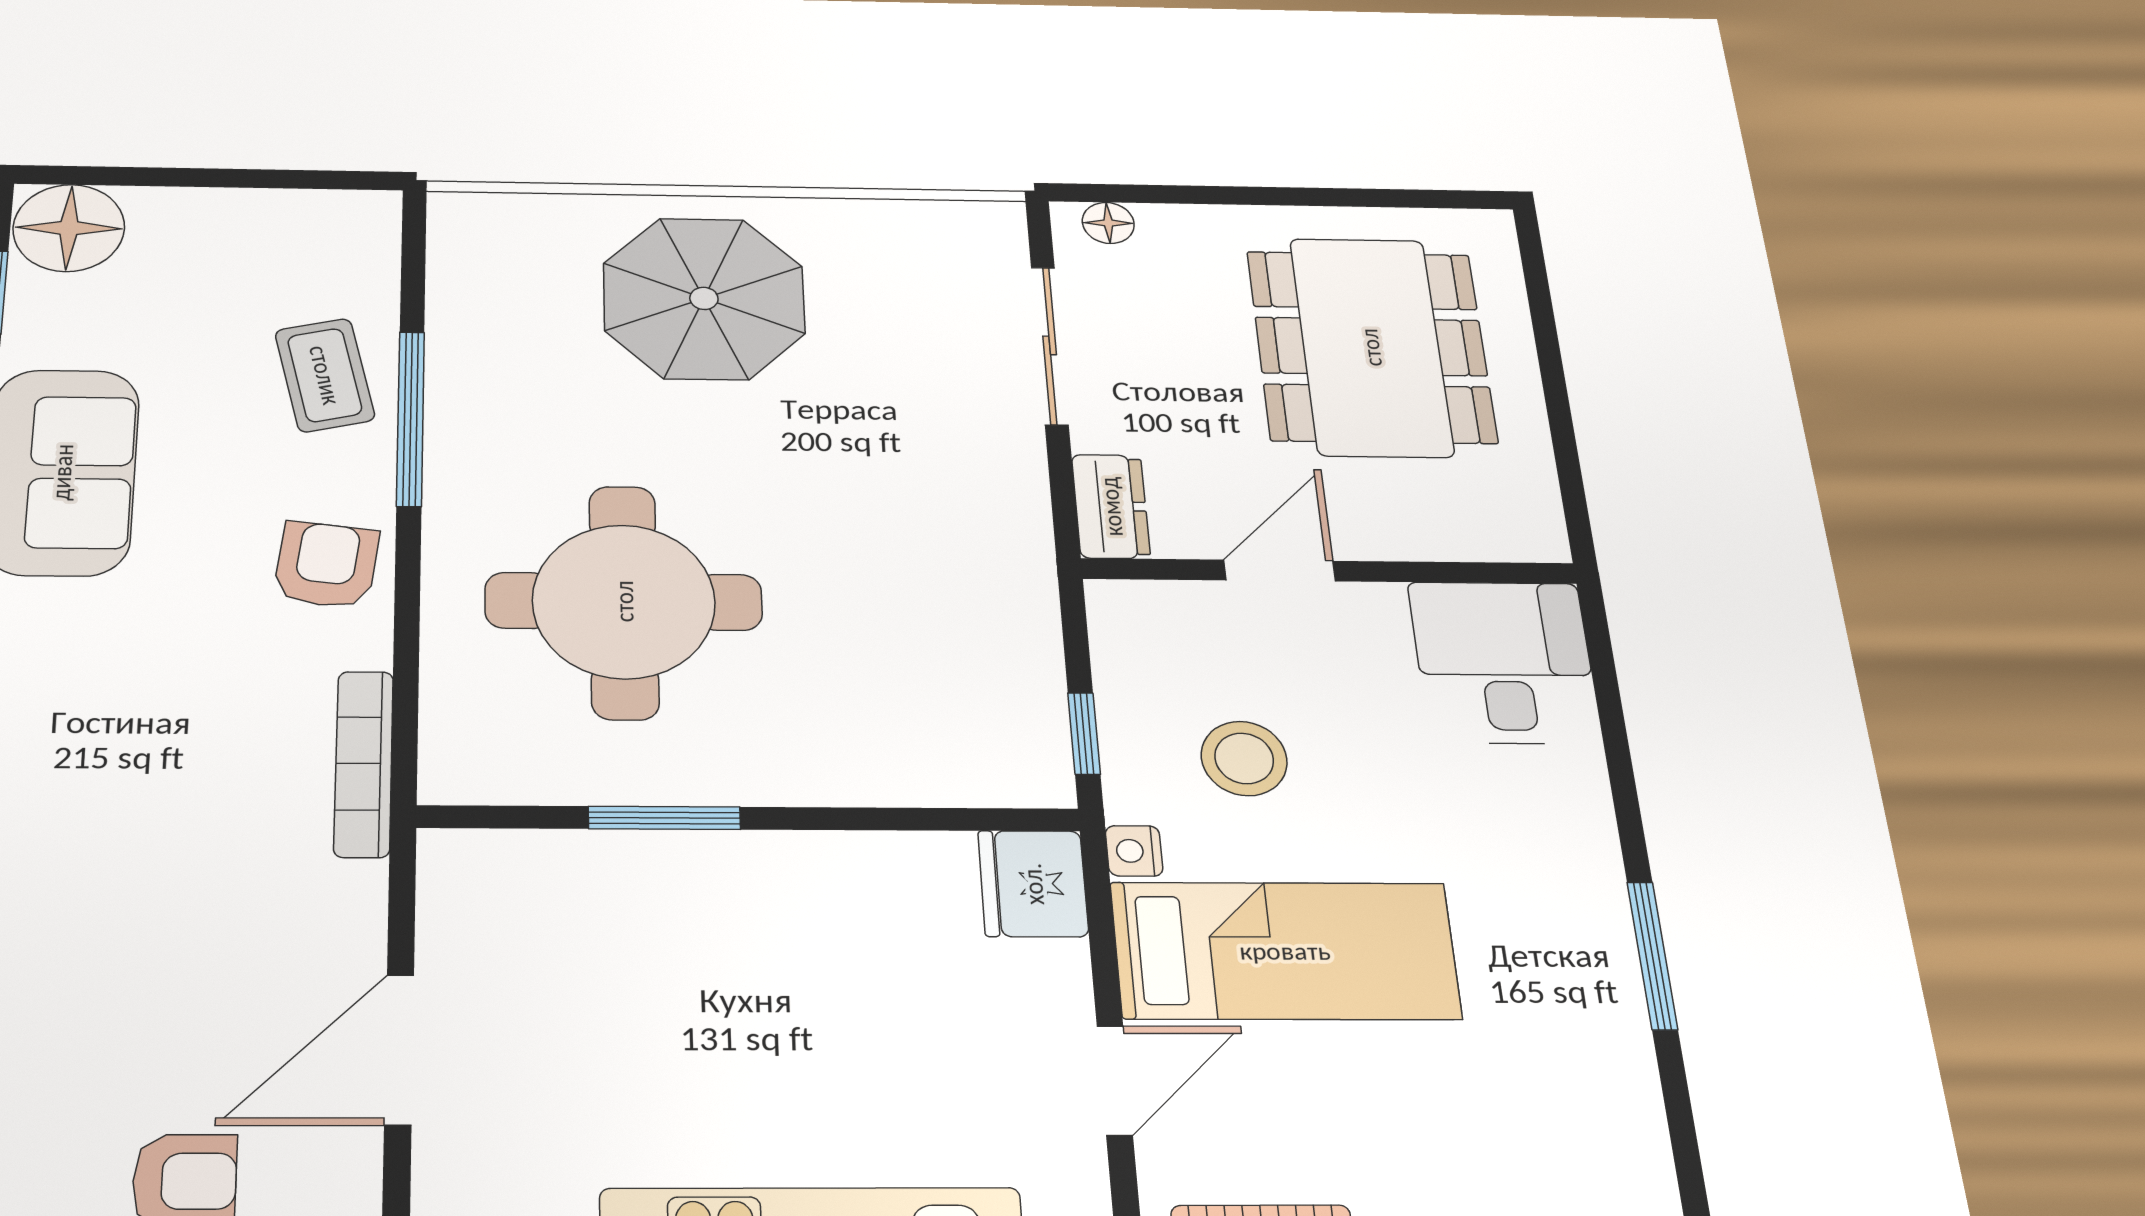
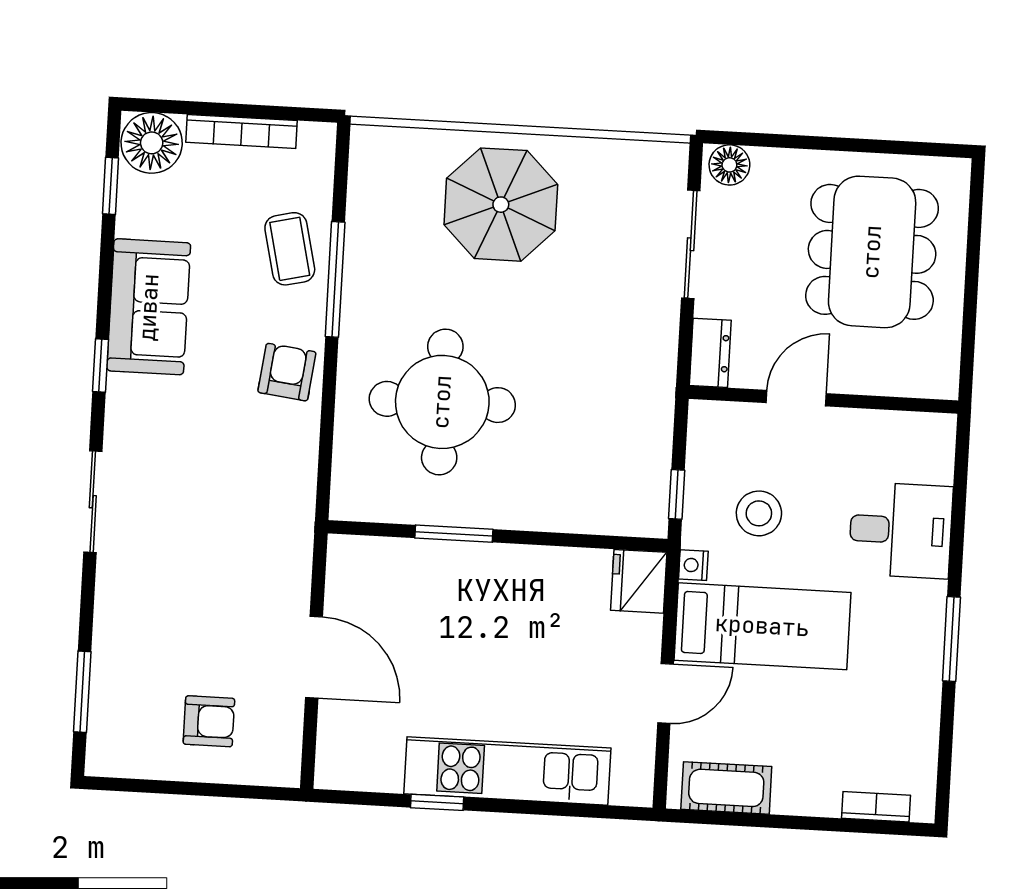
floor lamp: (1108, 223) -> (729, 165), width x1.37, depth x1.37
desk: (1504, 662) -> (901, 530), moved, turned 90
bookcase: (364, 764) -> (241, 131), moved, turned -90
door: (399, 1050) -> (314, 657), swing flipped

